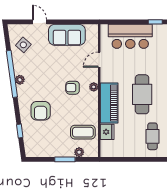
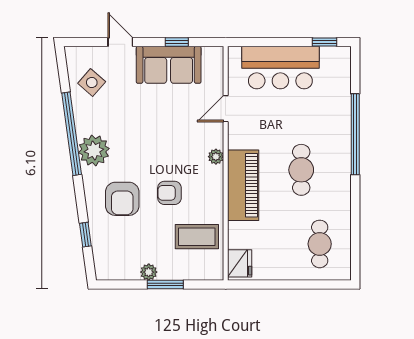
window: (72, 22) -> (177, 42), added
plant: (20, 80) -> (94, 151), width x1.87, depth x1.87
armchair: (73, 88) -> (169, 193), moved
cafe table: (142, 94) -> (301, 170), width x0.73, depth x0.74
fridge: (107, 132) -> (240, 263), moved
plant: (79, 152) -> (149, 272), moved

